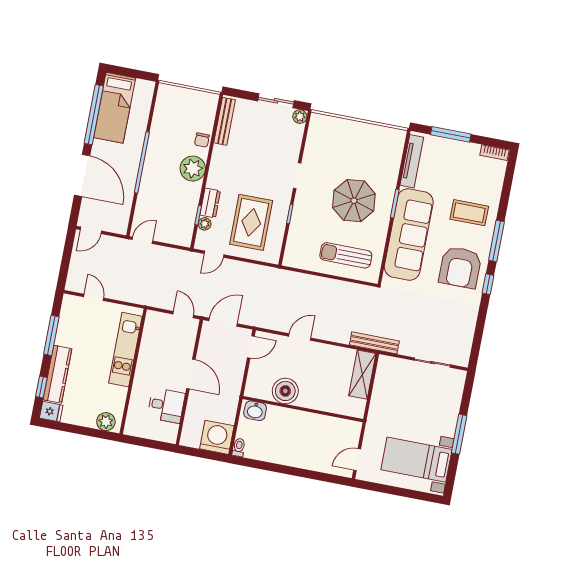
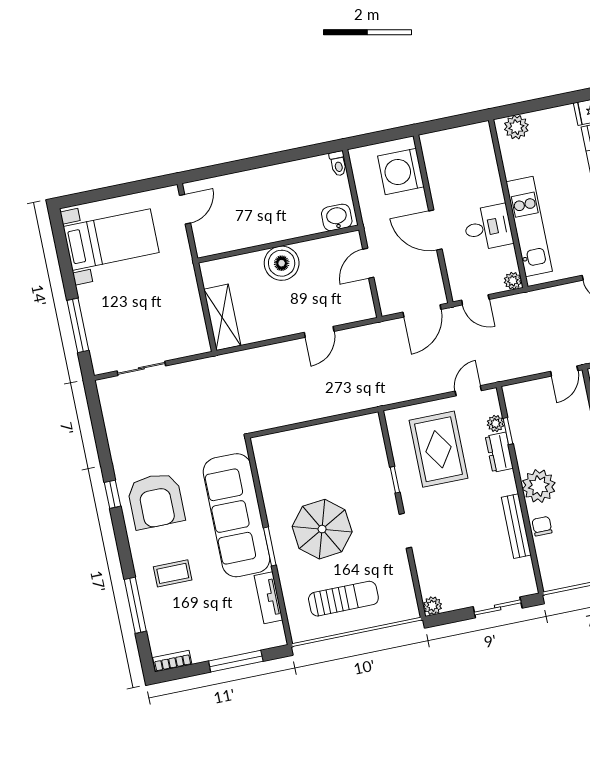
sliding door: (276, 101) -> (498, 607), moved
bench: (225, 121) -> (516, 526), moved
tv unit: (412, 161) -> (268, 598), width x0.71
coffee table: (469, 213) -> (173, 573), width x0.73, depth x0.77
window: (496, 241) -> (135, 605), moved
sun lounger: (346, 255) -> (343, 599), moved
armchair: (460, 267) -> (156, 501), turned 180
plant: (152, 317) -> (513, 281), added
bench: (374, 343) -> (224, 363), removed
door: (251, 347) -> (368, 263), moved
boiler: (285, 391) -> (282, 263), moved
desk: (166, 405) -> (488, 227), moved, turned 180
window: (459, 434) -> (78, 325), moved
washing machine: (217, 437) -> (401, 171), moved, turned 90

